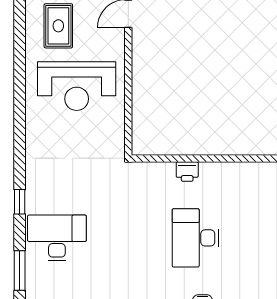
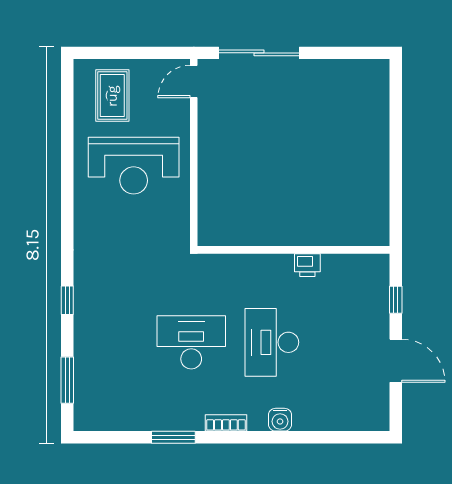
printer: (187, 172) -> (307, 265), moved
desk: (57, 238) -> (191, 342), moved

